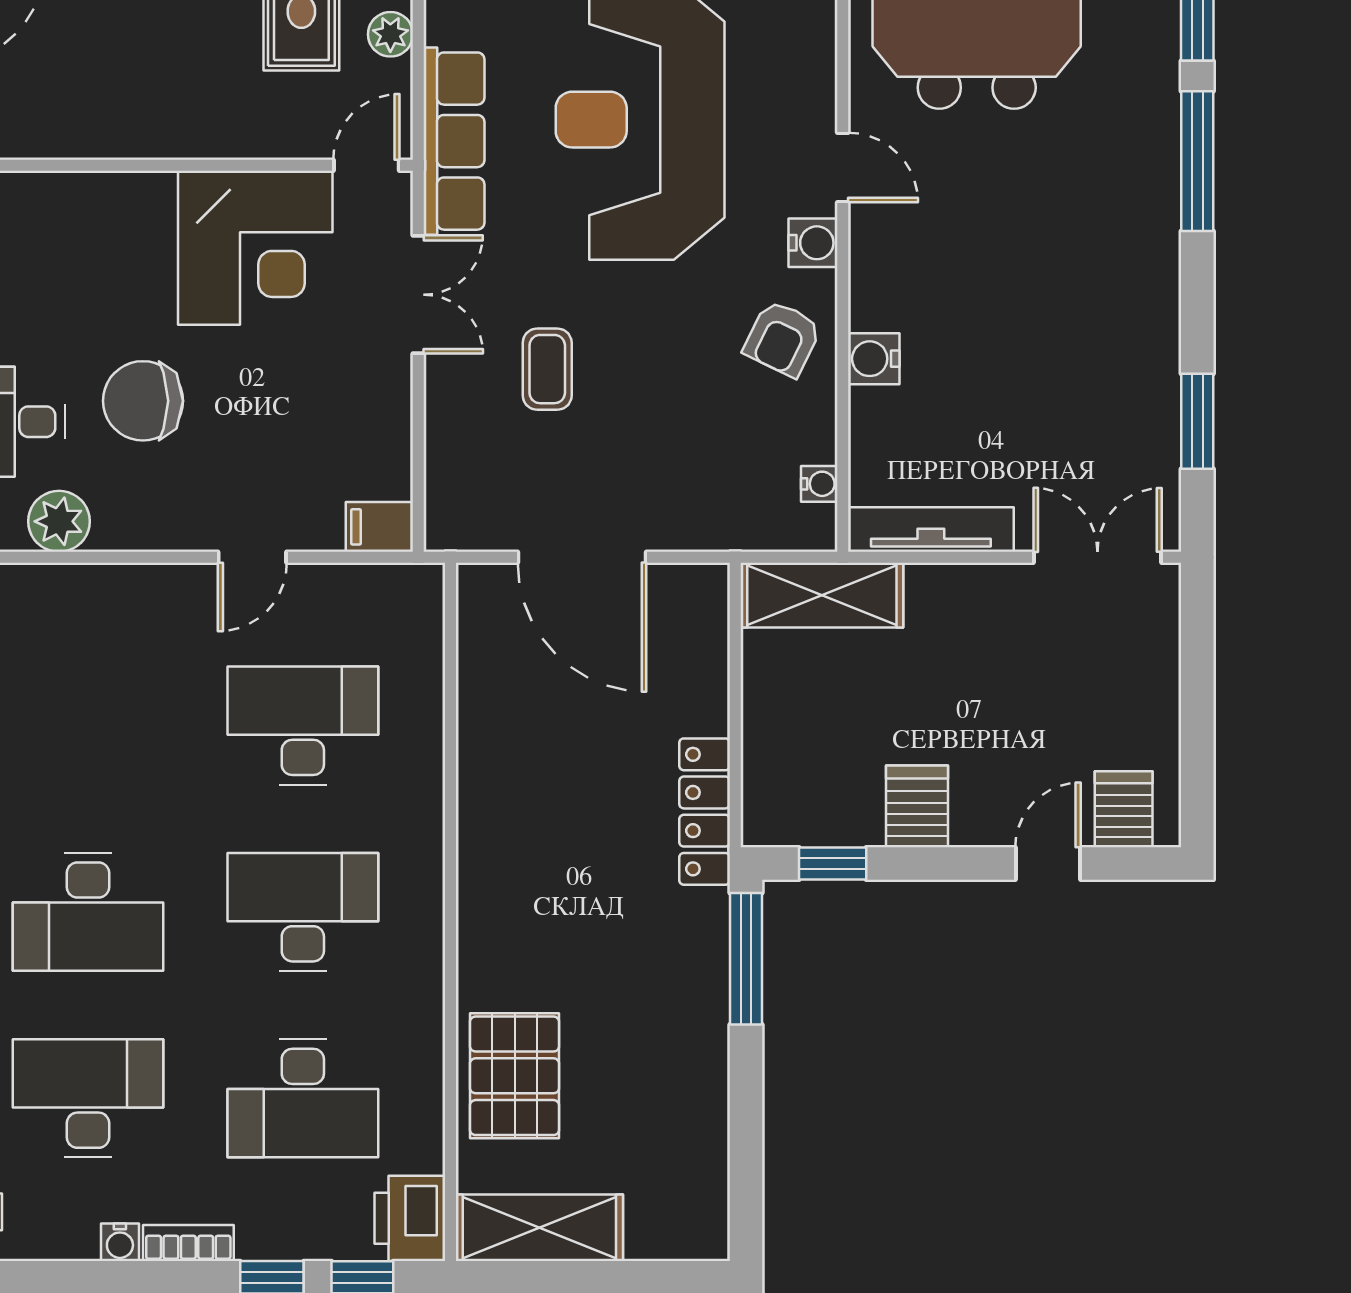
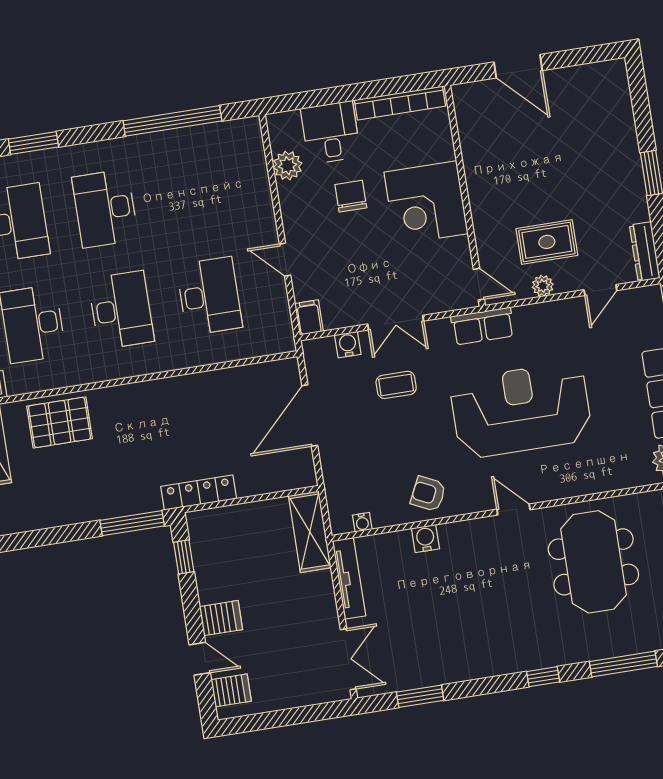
row of seats: (454, 141) -> (483, 326), width x0.68
window: (1197, 161) -> (543, 677), width x0.46
door: (843, 168) -> (514, 510), swing flipped
water cooler: (813, 243) -> (348, 345), moved, turned 180
corner desk: (255, 248) -> (426, 203), moved
double door: (418, 295) -> (396, 323), moved
chair: (143, 401) -> (351, 196), width x0.73, depth x0.73
server rack: (917, 806) -> (221, 618), moved

